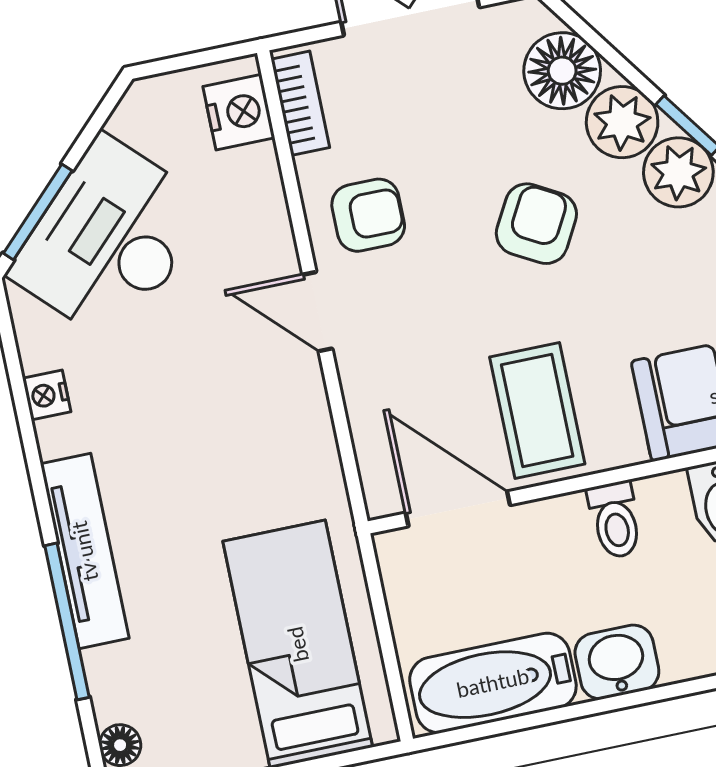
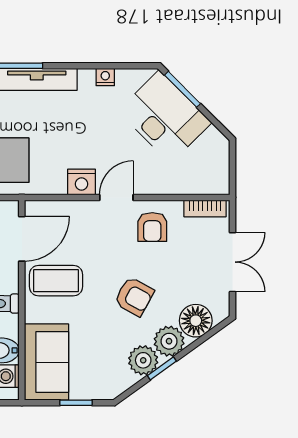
nightstand: (239, 112) -> (81, 182), moved

